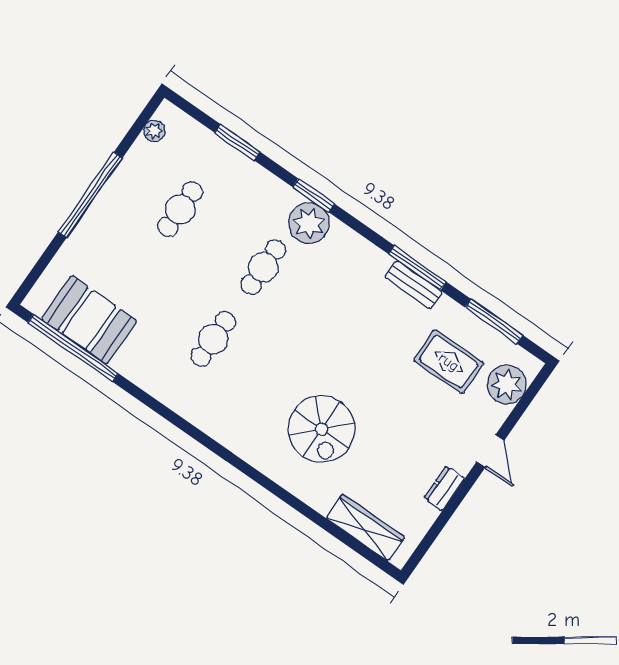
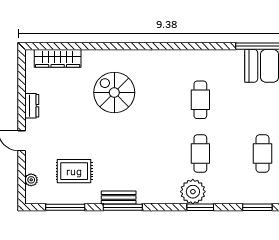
plant: (507, 385) -> (31, 180), width x0.53, depth x0.53

